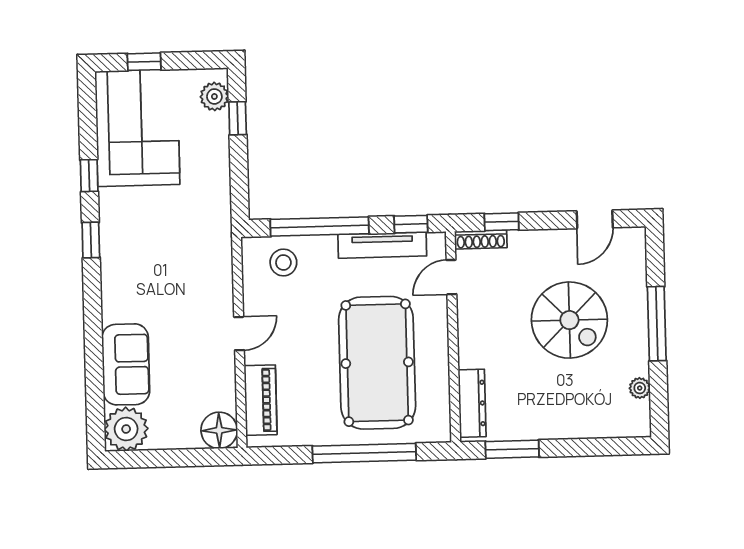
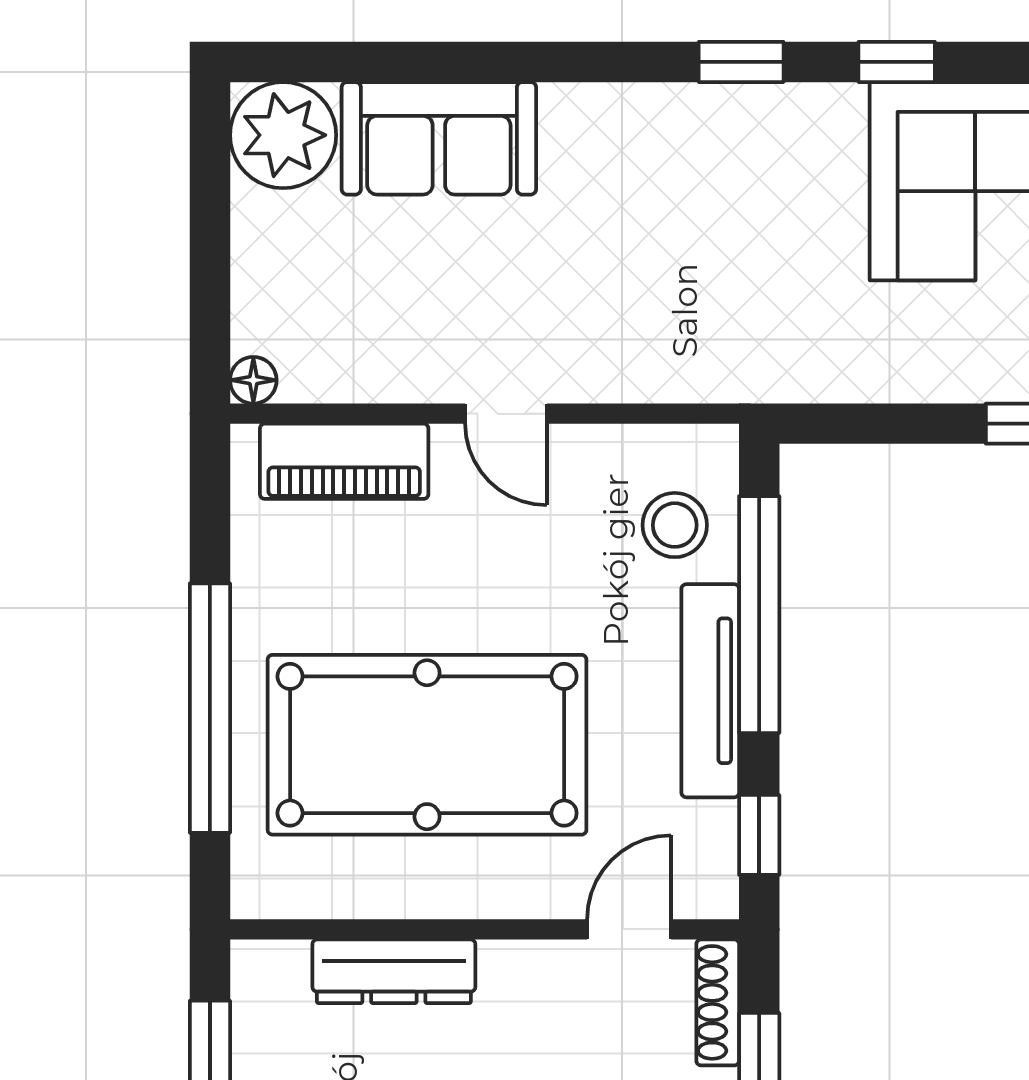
tv unit: (382, 245) -> (710, 691), moved
door: (451, 277) -> (629, 929), hinge flipped
dresser: (472, 403) -> (394, 971), moved
floor lamp: (219, 430) -> (253, 380), width x0.53, depth x0.53

